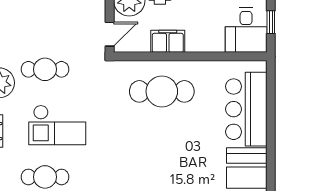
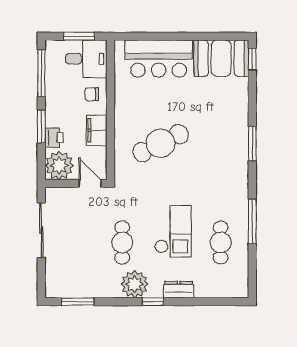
window: (271, 22) -> (79, 36), width x1.50
chair: (207, 36) -> (92, 94), added
cafe table: (162, 91) -> (161, 143), moved, turned 64

